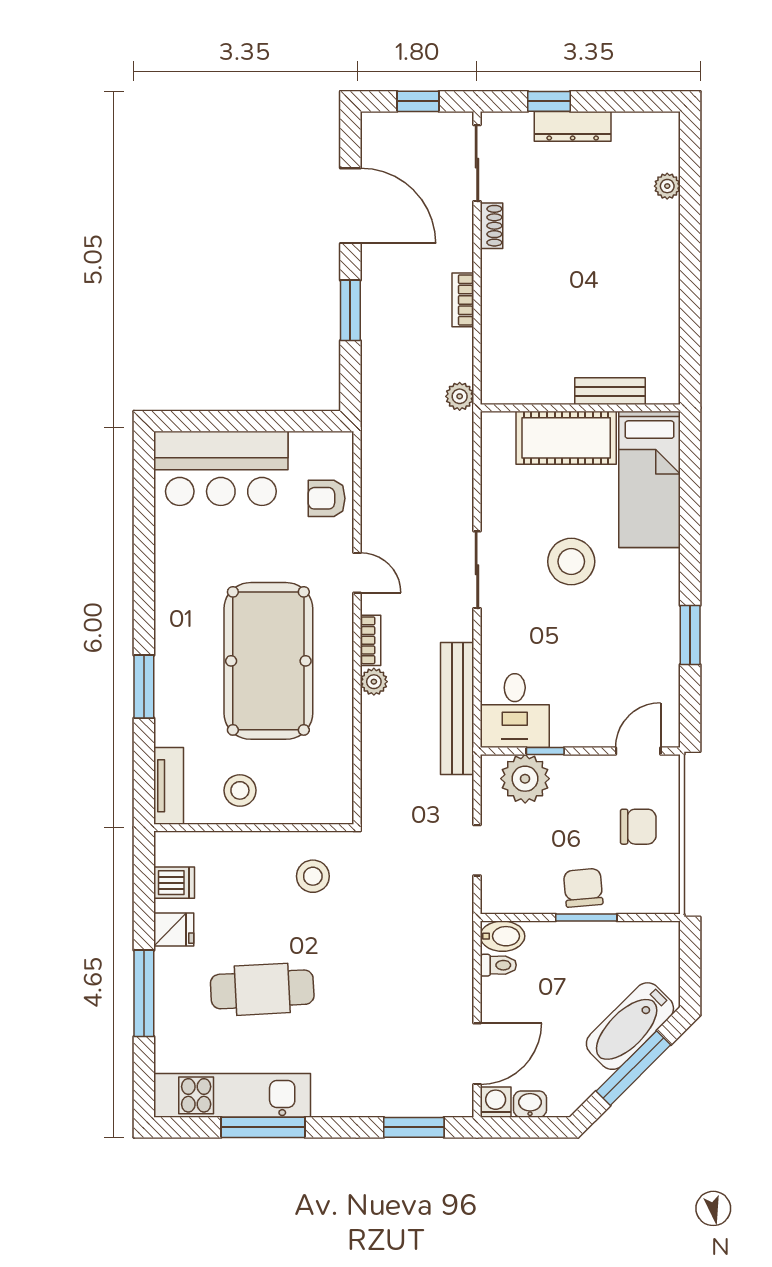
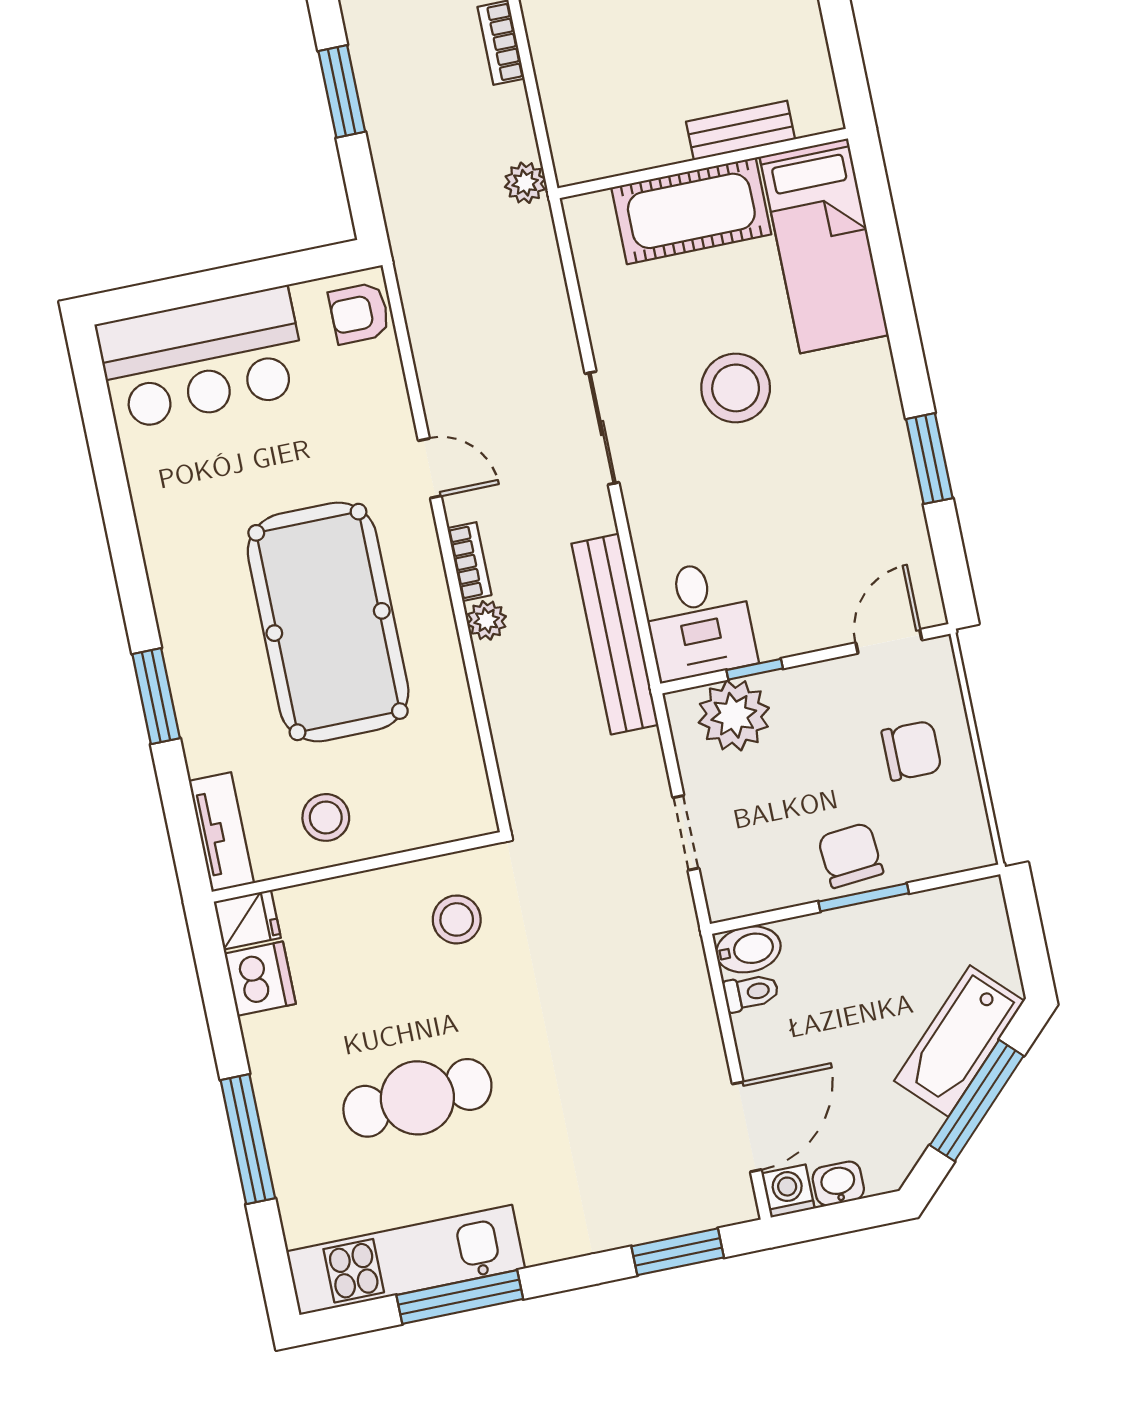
armchair: (327, 498) -> (359, 313), moved
dishwasher: (174, 883) -> (260, 979), width x1.38
fridge: (174, 929) -> (247, 920), moved

